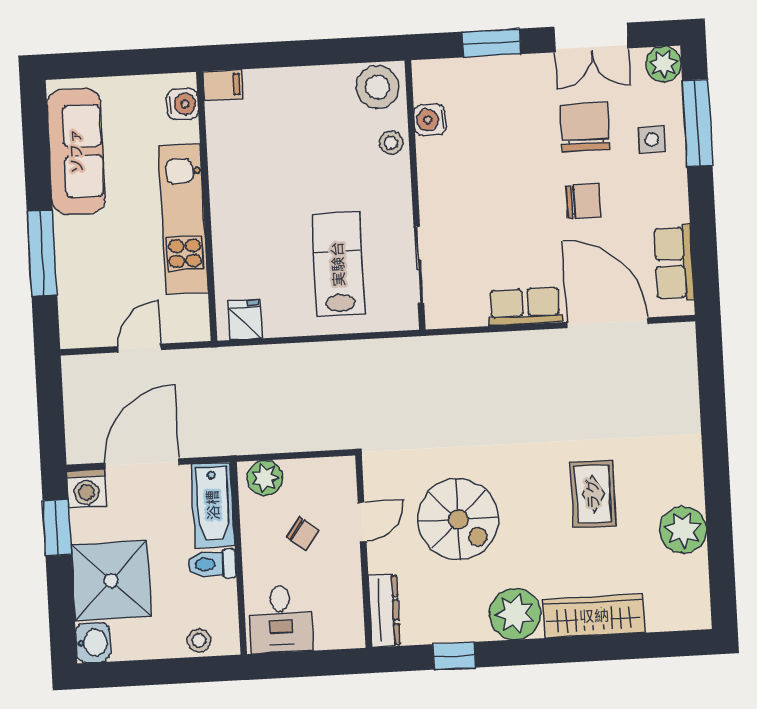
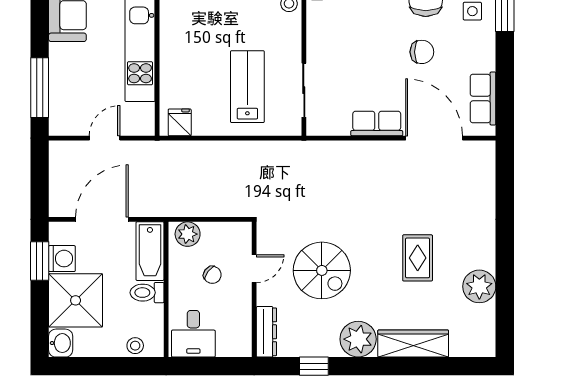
window: (42, 253) -> (40, 88), moved
washing machine: (86, 489) -> (62, 259), moved, turned -90

